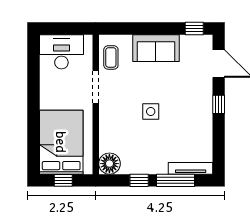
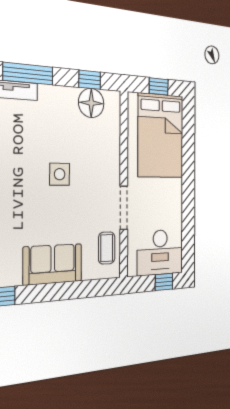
window: (58, 29) -> (164, 282), added
floor lamp: (109, 164) -> (91, 103), moved
window: (139, 180) -> (90, 80), moved

